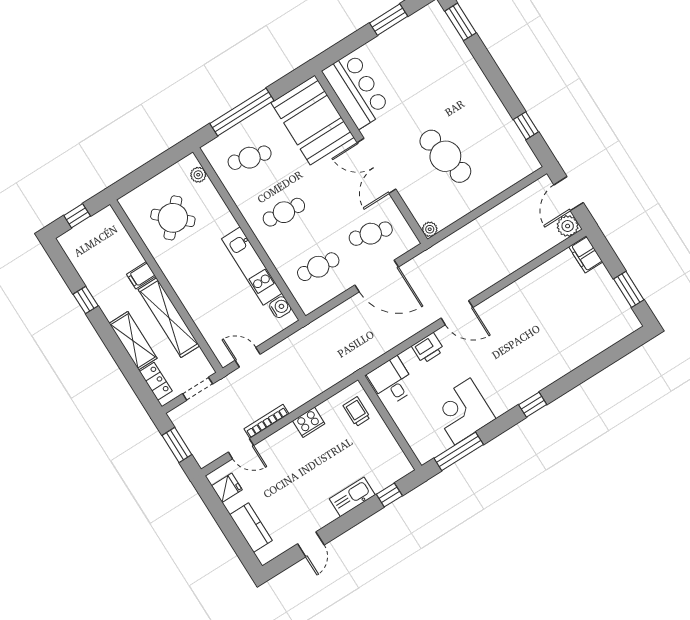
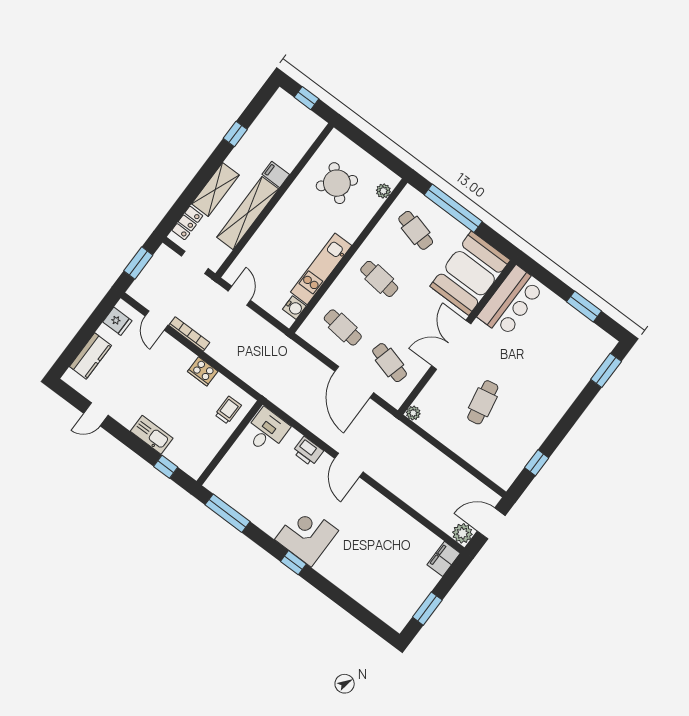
cafe table: (445, 156) -> (483, 402), width x0.73, depth x0.74
corner desk: (462, 411) -> (307, 535), moved

